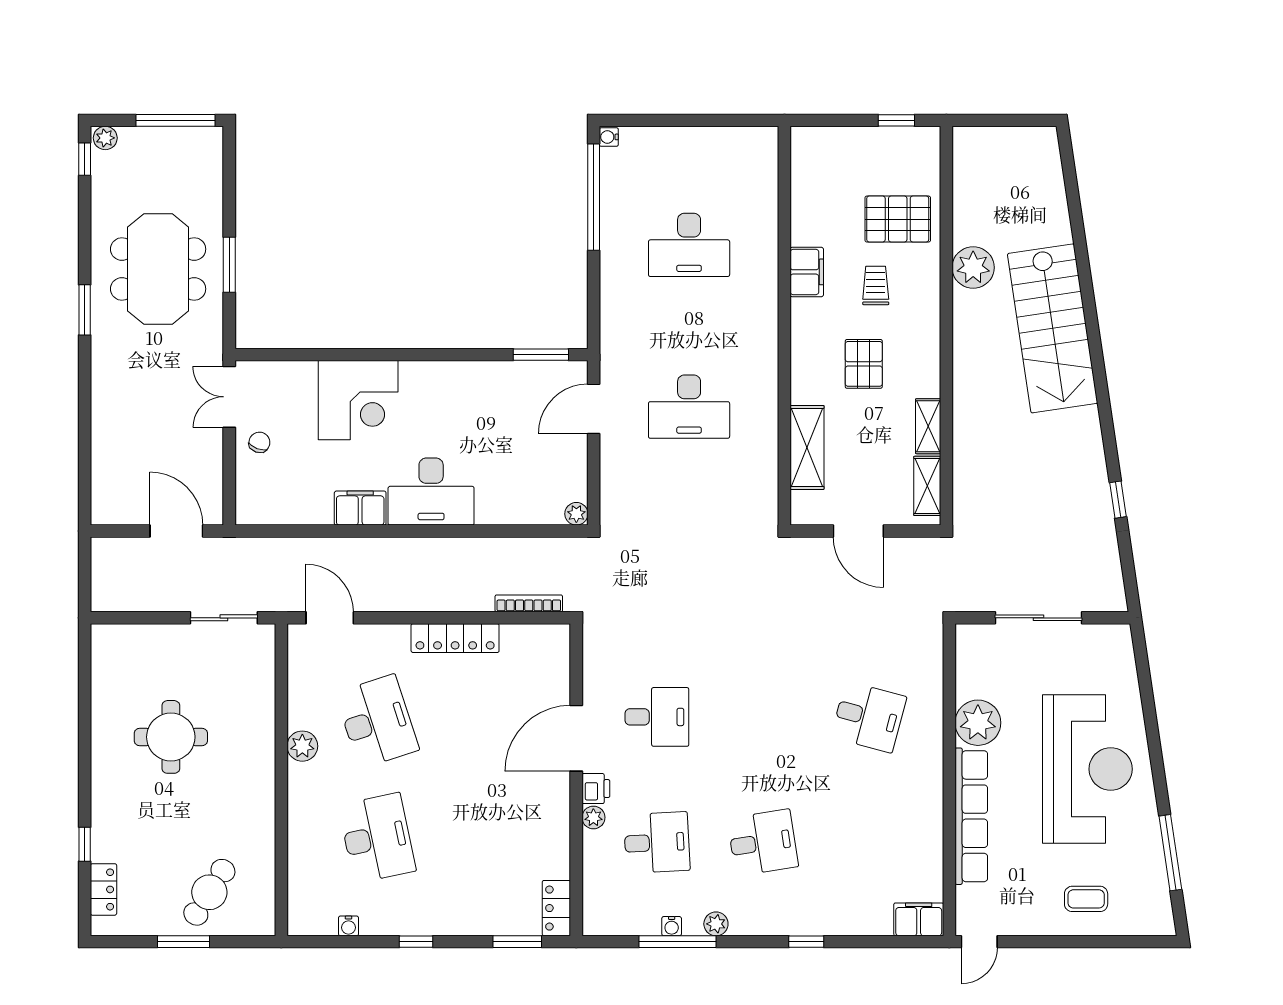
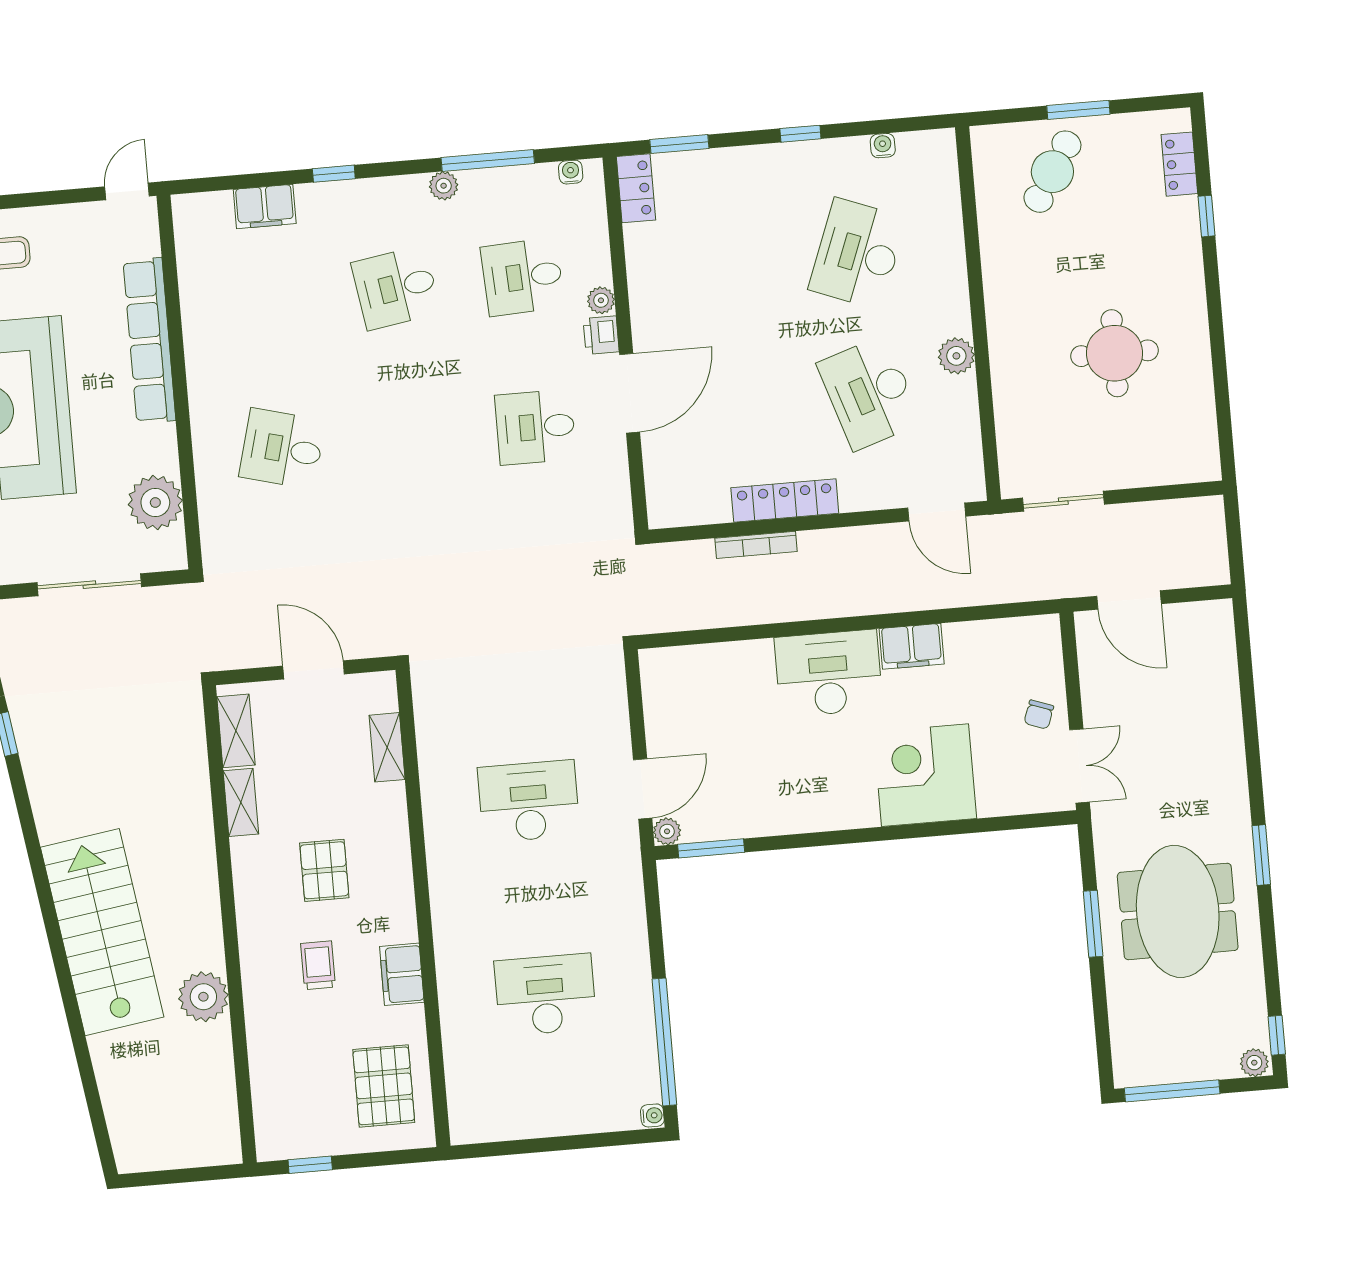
pallet: (898, 219) -> (384, 1086), moved, turned 90
trolley: (876, 286) -> (318, 965), turned 180
shelving: (807, 447) -> (387, 747), width x0.67, depth x0.75
plant: (576, 514) -> (667, 831), moved
bookcase: (529, 603) -> (756, 545), moved
plant: (978, 723) -> (155, 502), moved
desk: (377, 838) -> (857, 254), turned 33
filing cabinet: (919, 919) -> (265, 207), moved
water cooler: (672, 926) -> (571, 172), moved

